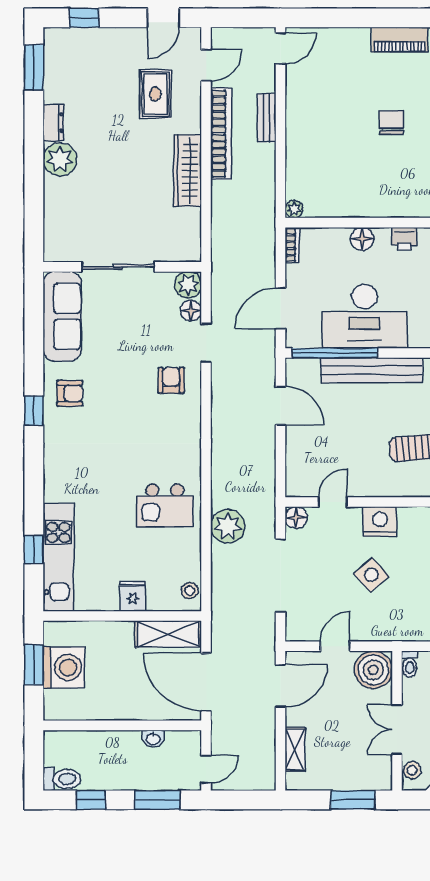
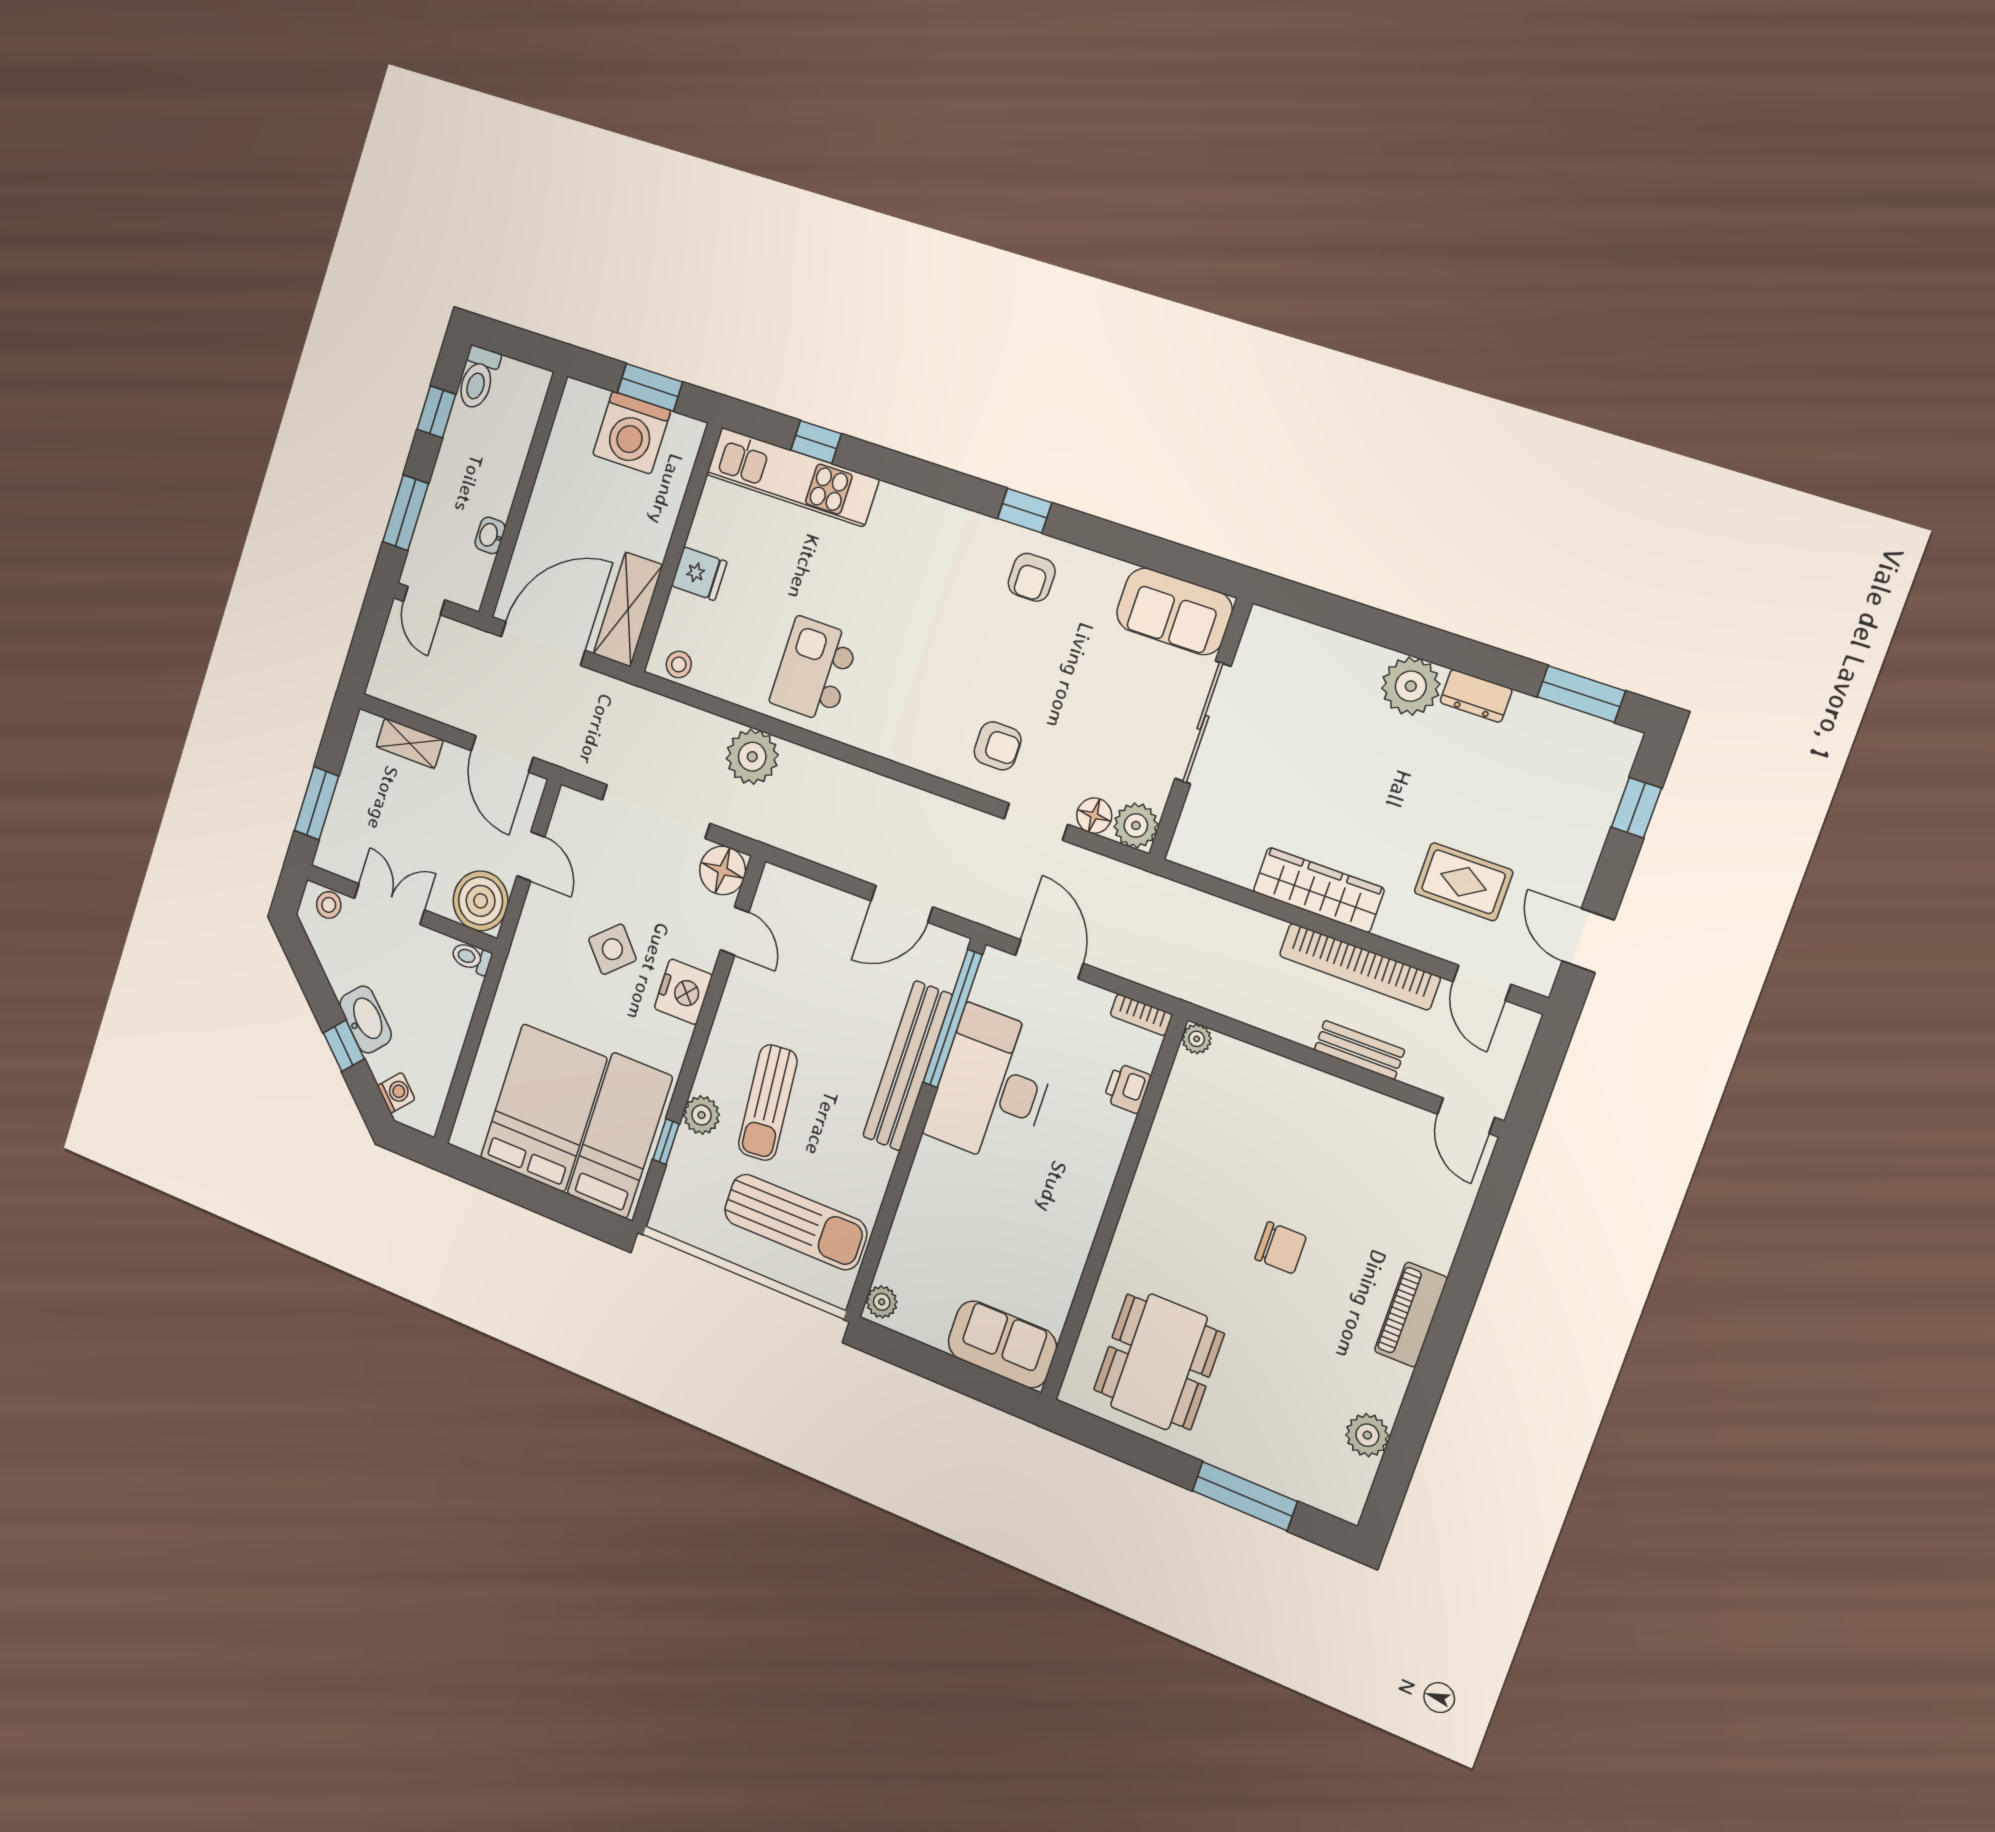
floor lamp: (362, 239) -> (1113, 1129), removed
printer: (404, 239) -> (1127, 1088), moved
sofa: (62, 316) -> (1174, 611), width x0.73
floor lamp: (296, 518) -> (723, 870), width x1.38, depth x1.38

